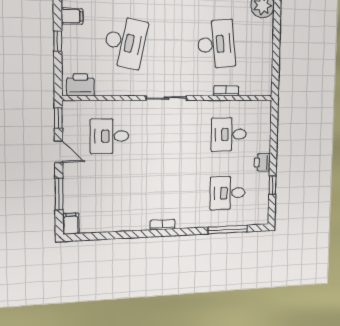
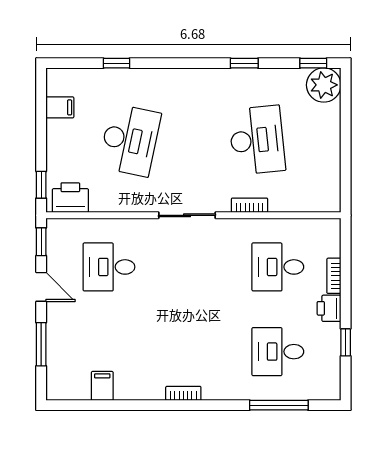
window: (58, 41) -> (41, 185), moved
bookcase: (226, 91) -> (249, 205), moved
bookcase: (266, 140) -> (334, 276), added
filing cabinet: (71, 224) -> (102, 386), moved

